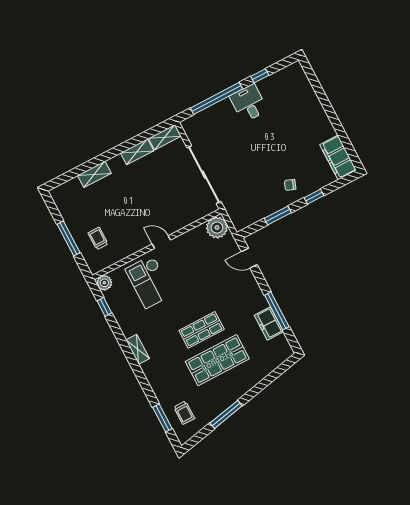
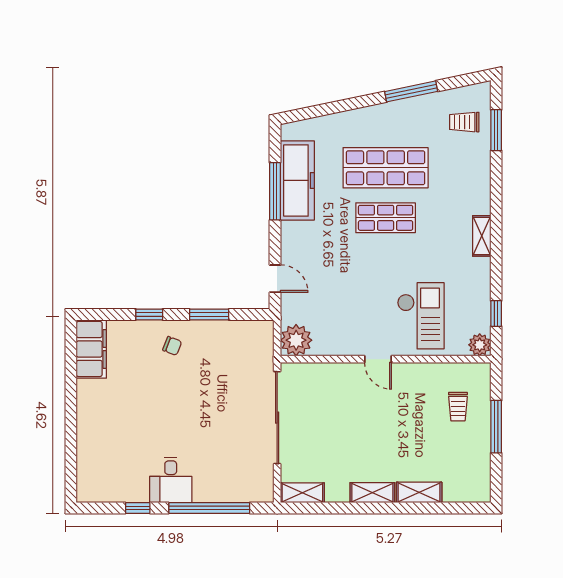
shelving: (137, 152) -> (372, 493), moved
freezer: (269, 323) -> (297, 180), width x1.91, depth x1.26
trolley: (184, 413) -> (464, 122), turned -90

